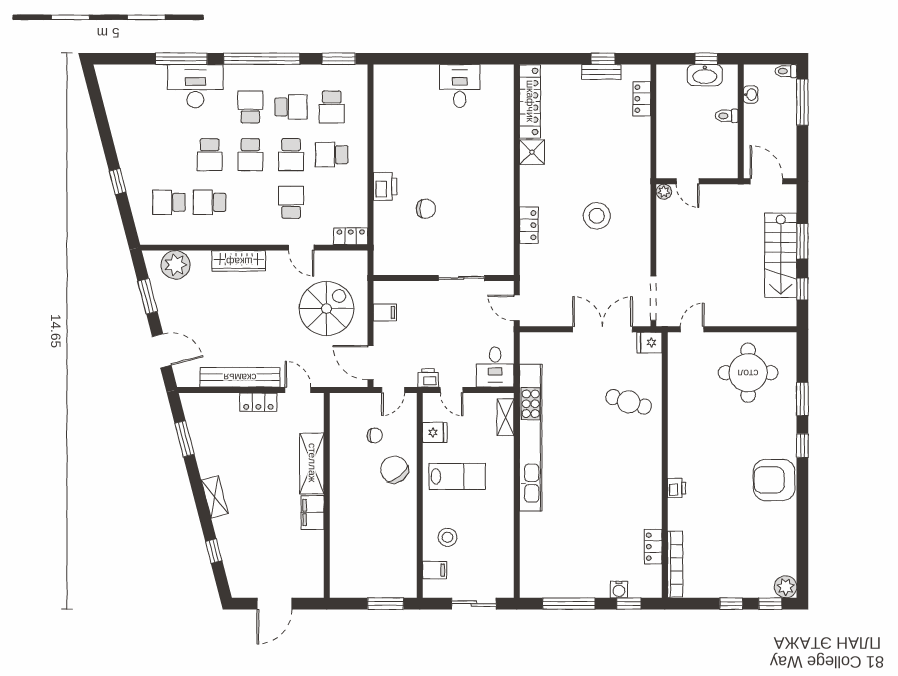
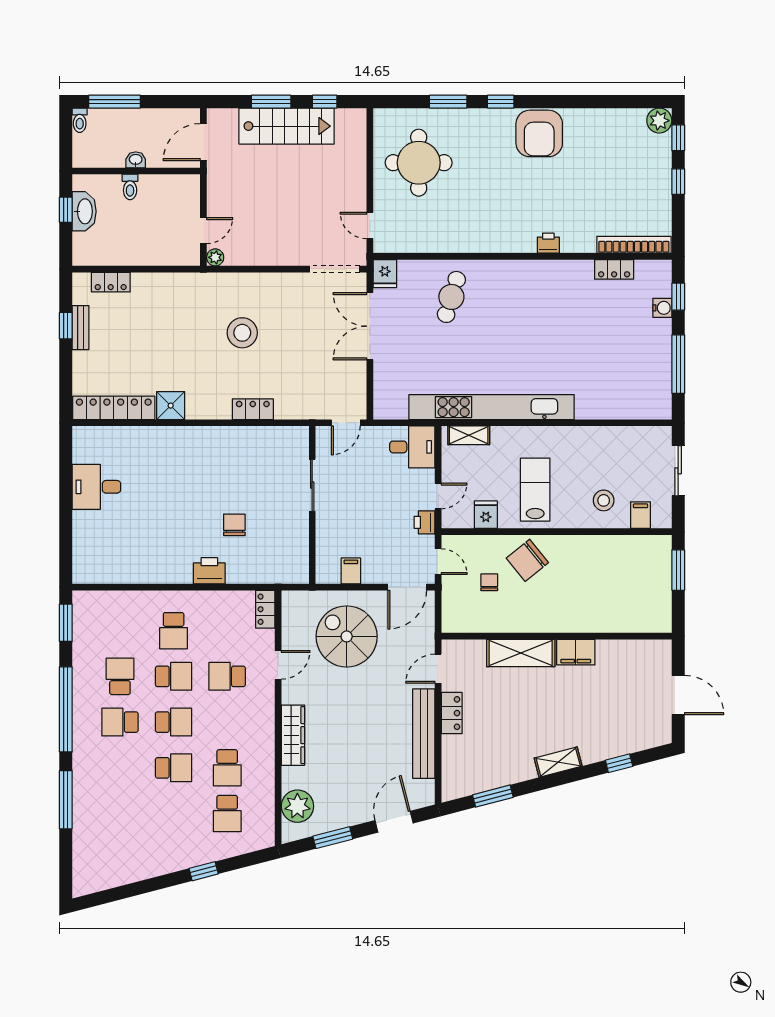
desk: (195, 86) -> (97, 784), removed
washbasin: (751, 95) -> (136, 160), moved
school desk: (332, 107) -> (120, 631), removed

